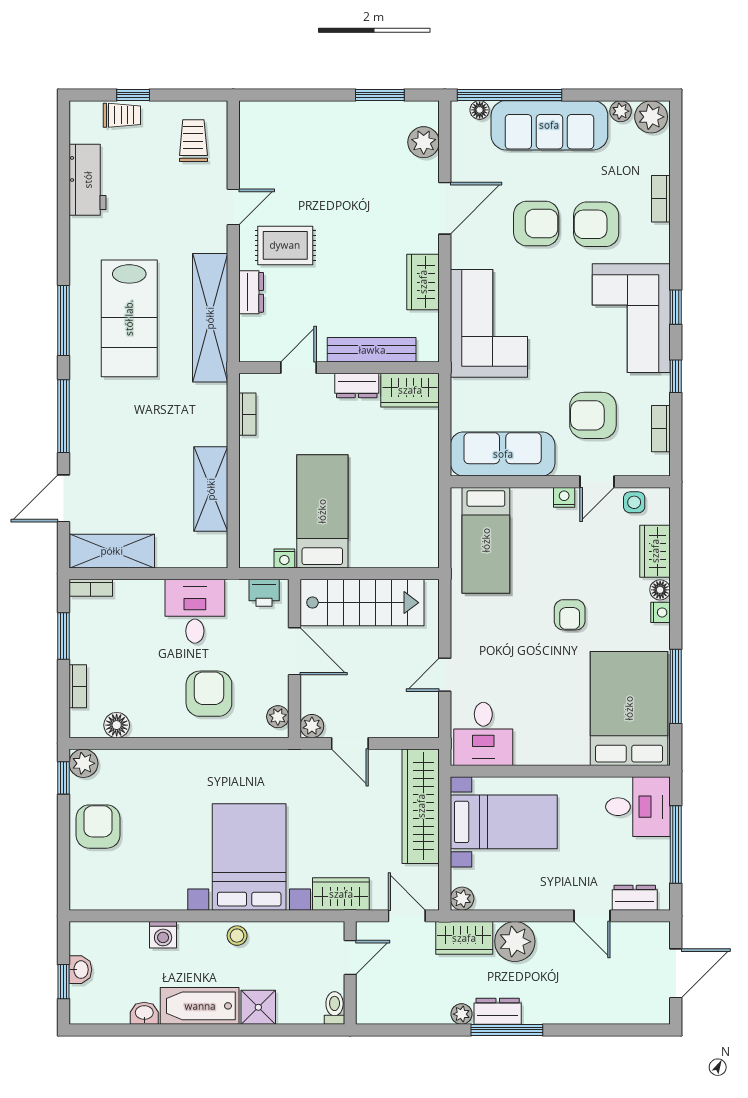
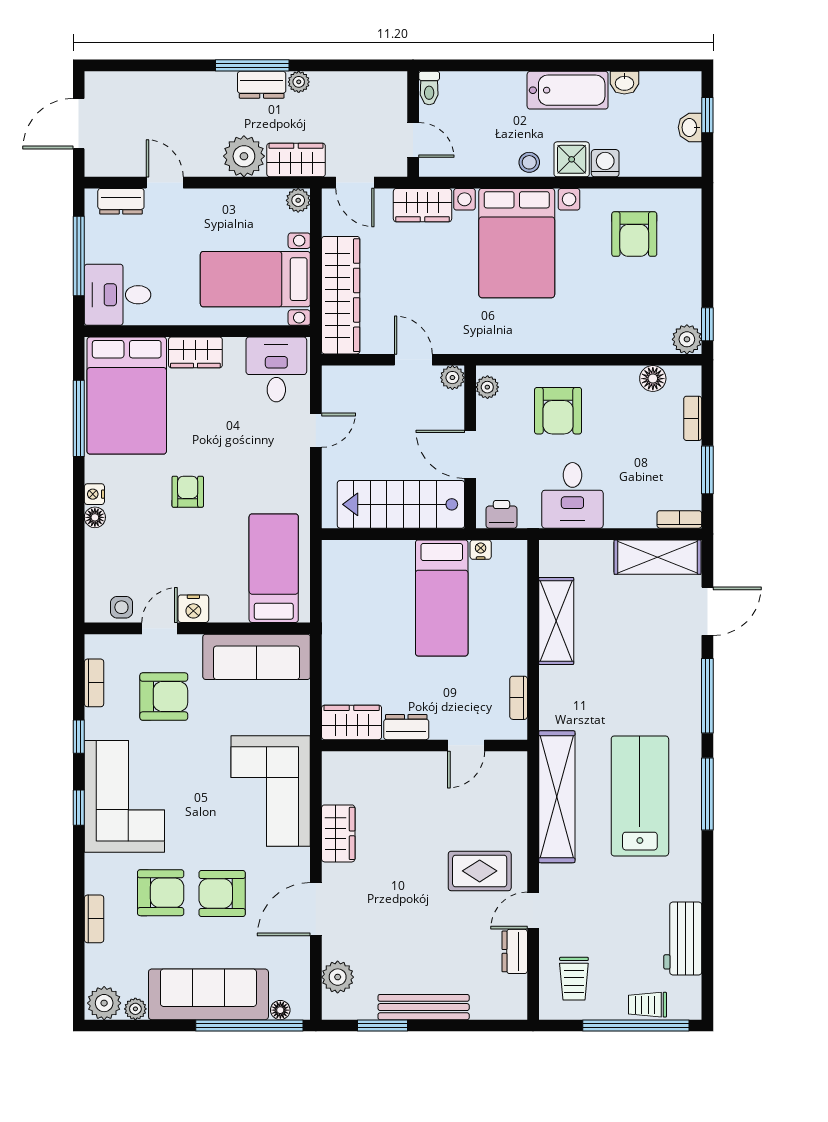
window: (133, 95) -> (636, 1026), width x3.17
dresser: (251, 292) -> (515, 951), moved
bench: (372, 350) -> (424, 1007), moved
nightstand: (564, 497) -> (193, 609), width x1.39, depth x1.35
wardrobe: (655, 551) -> (195, 352), moved, turned 90
armchair: (98, 827) -> (634, 234), moved
door: (350, 957) -> (413, 140), swing flipped
shower: (258, 1007) -> (572, 159), moved

